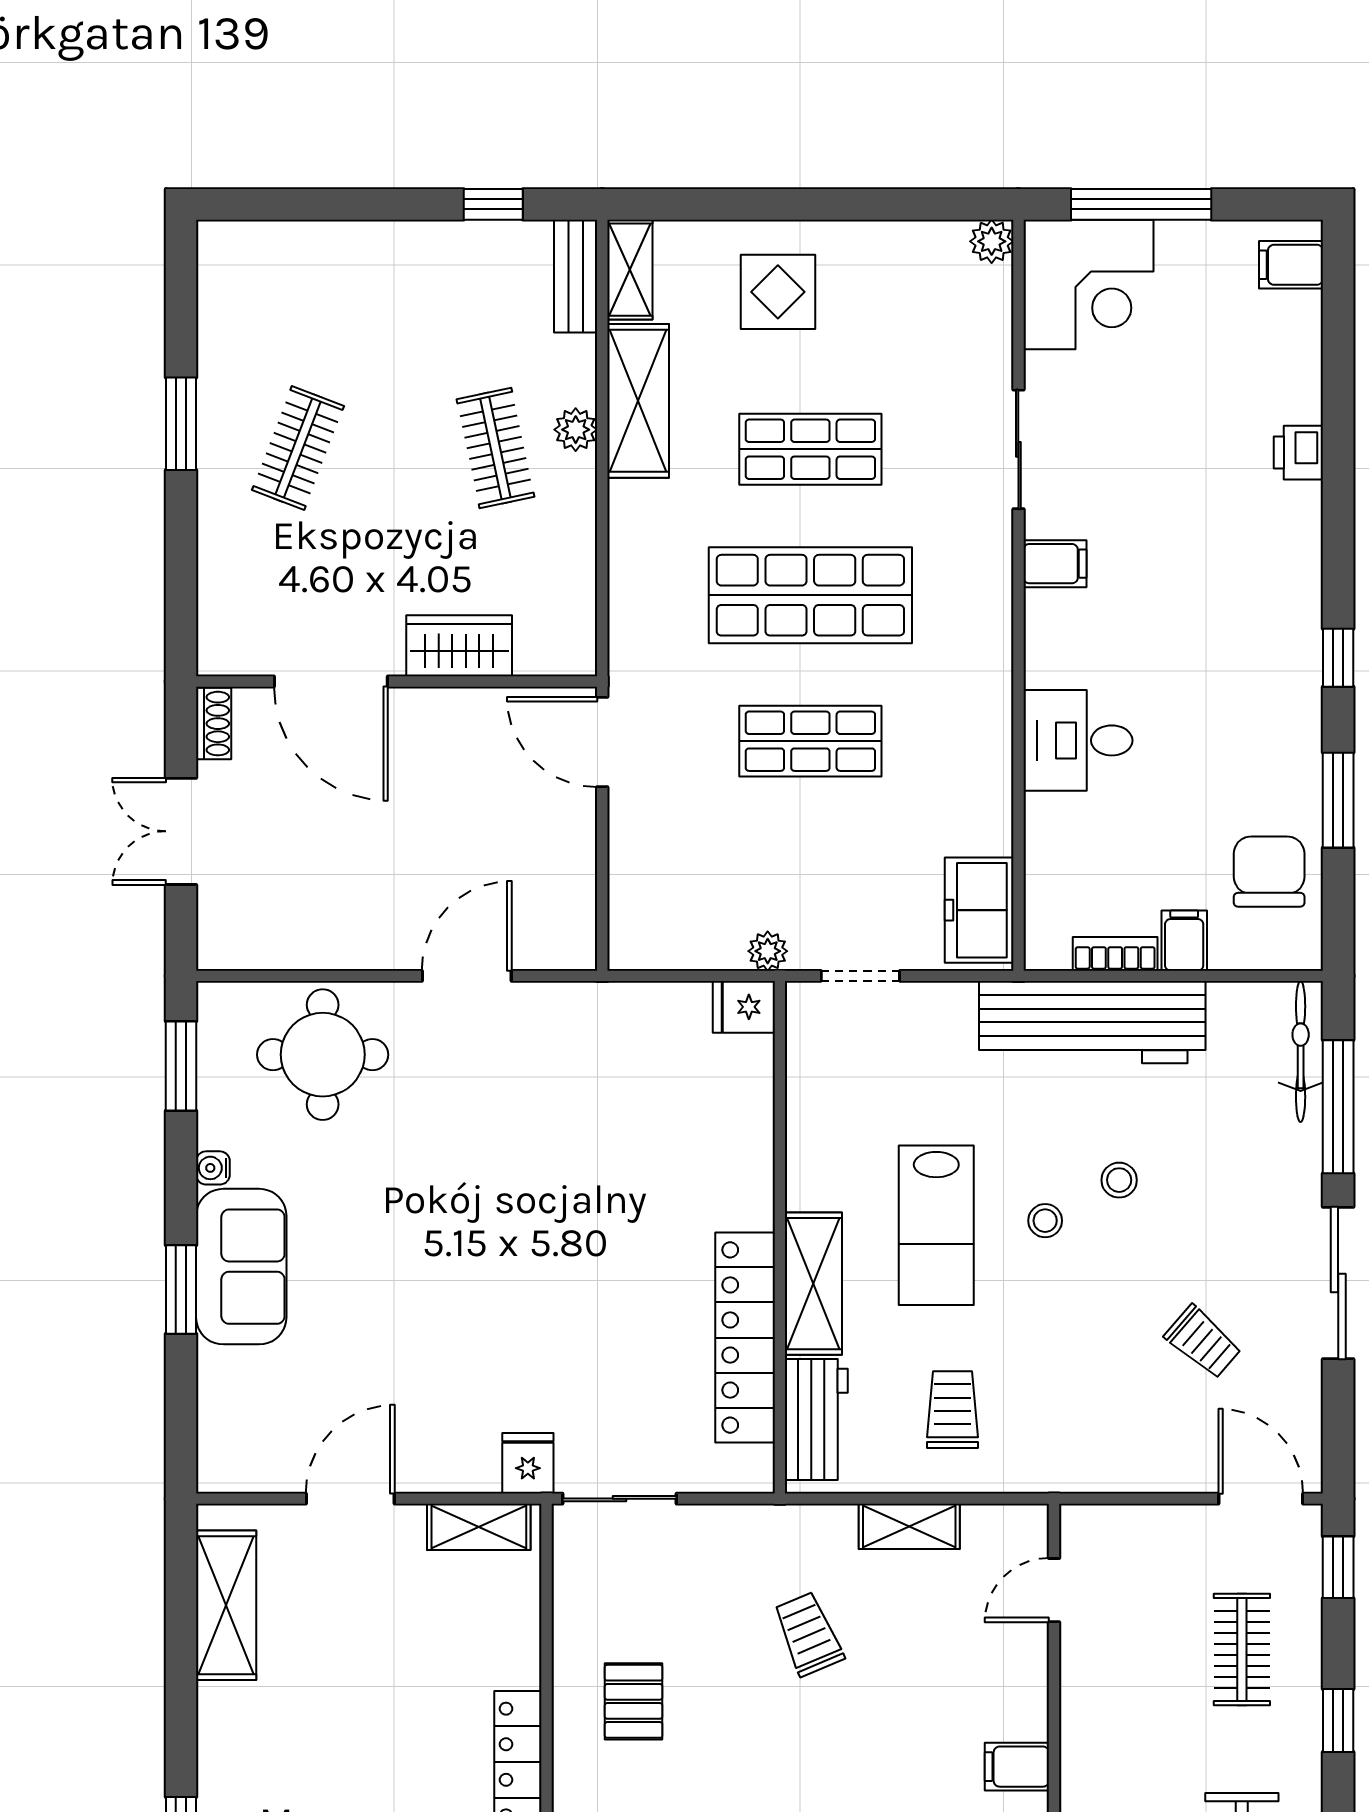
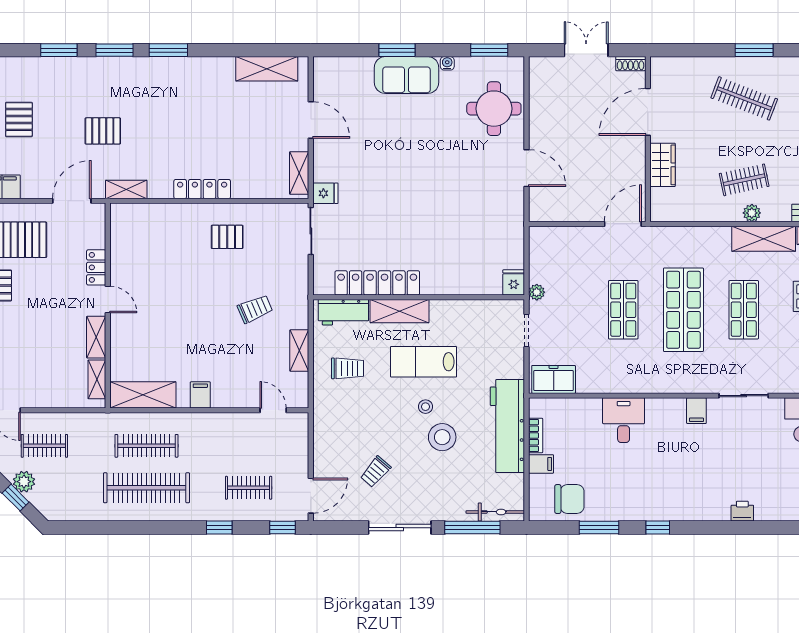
clothes rail: (298, 448) -> (744, 98), width x1.36
stool: (1119, 1180) -> (442, 437), width x1.89, depth x1.89

